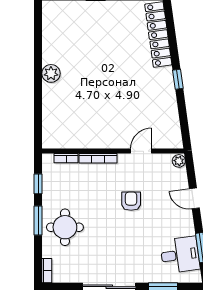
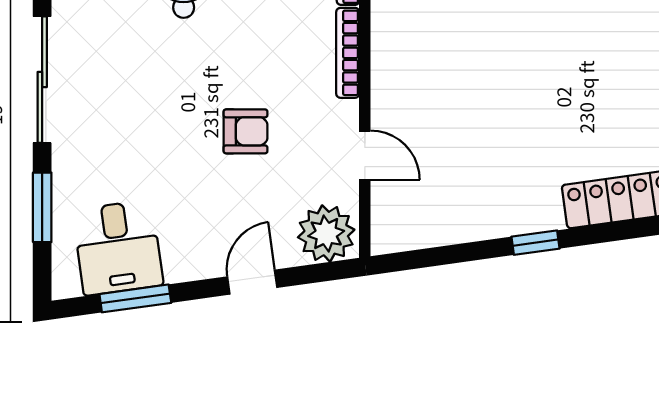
plant: (179, 161) -> (326, 234), width x1.87, depth x1.87

